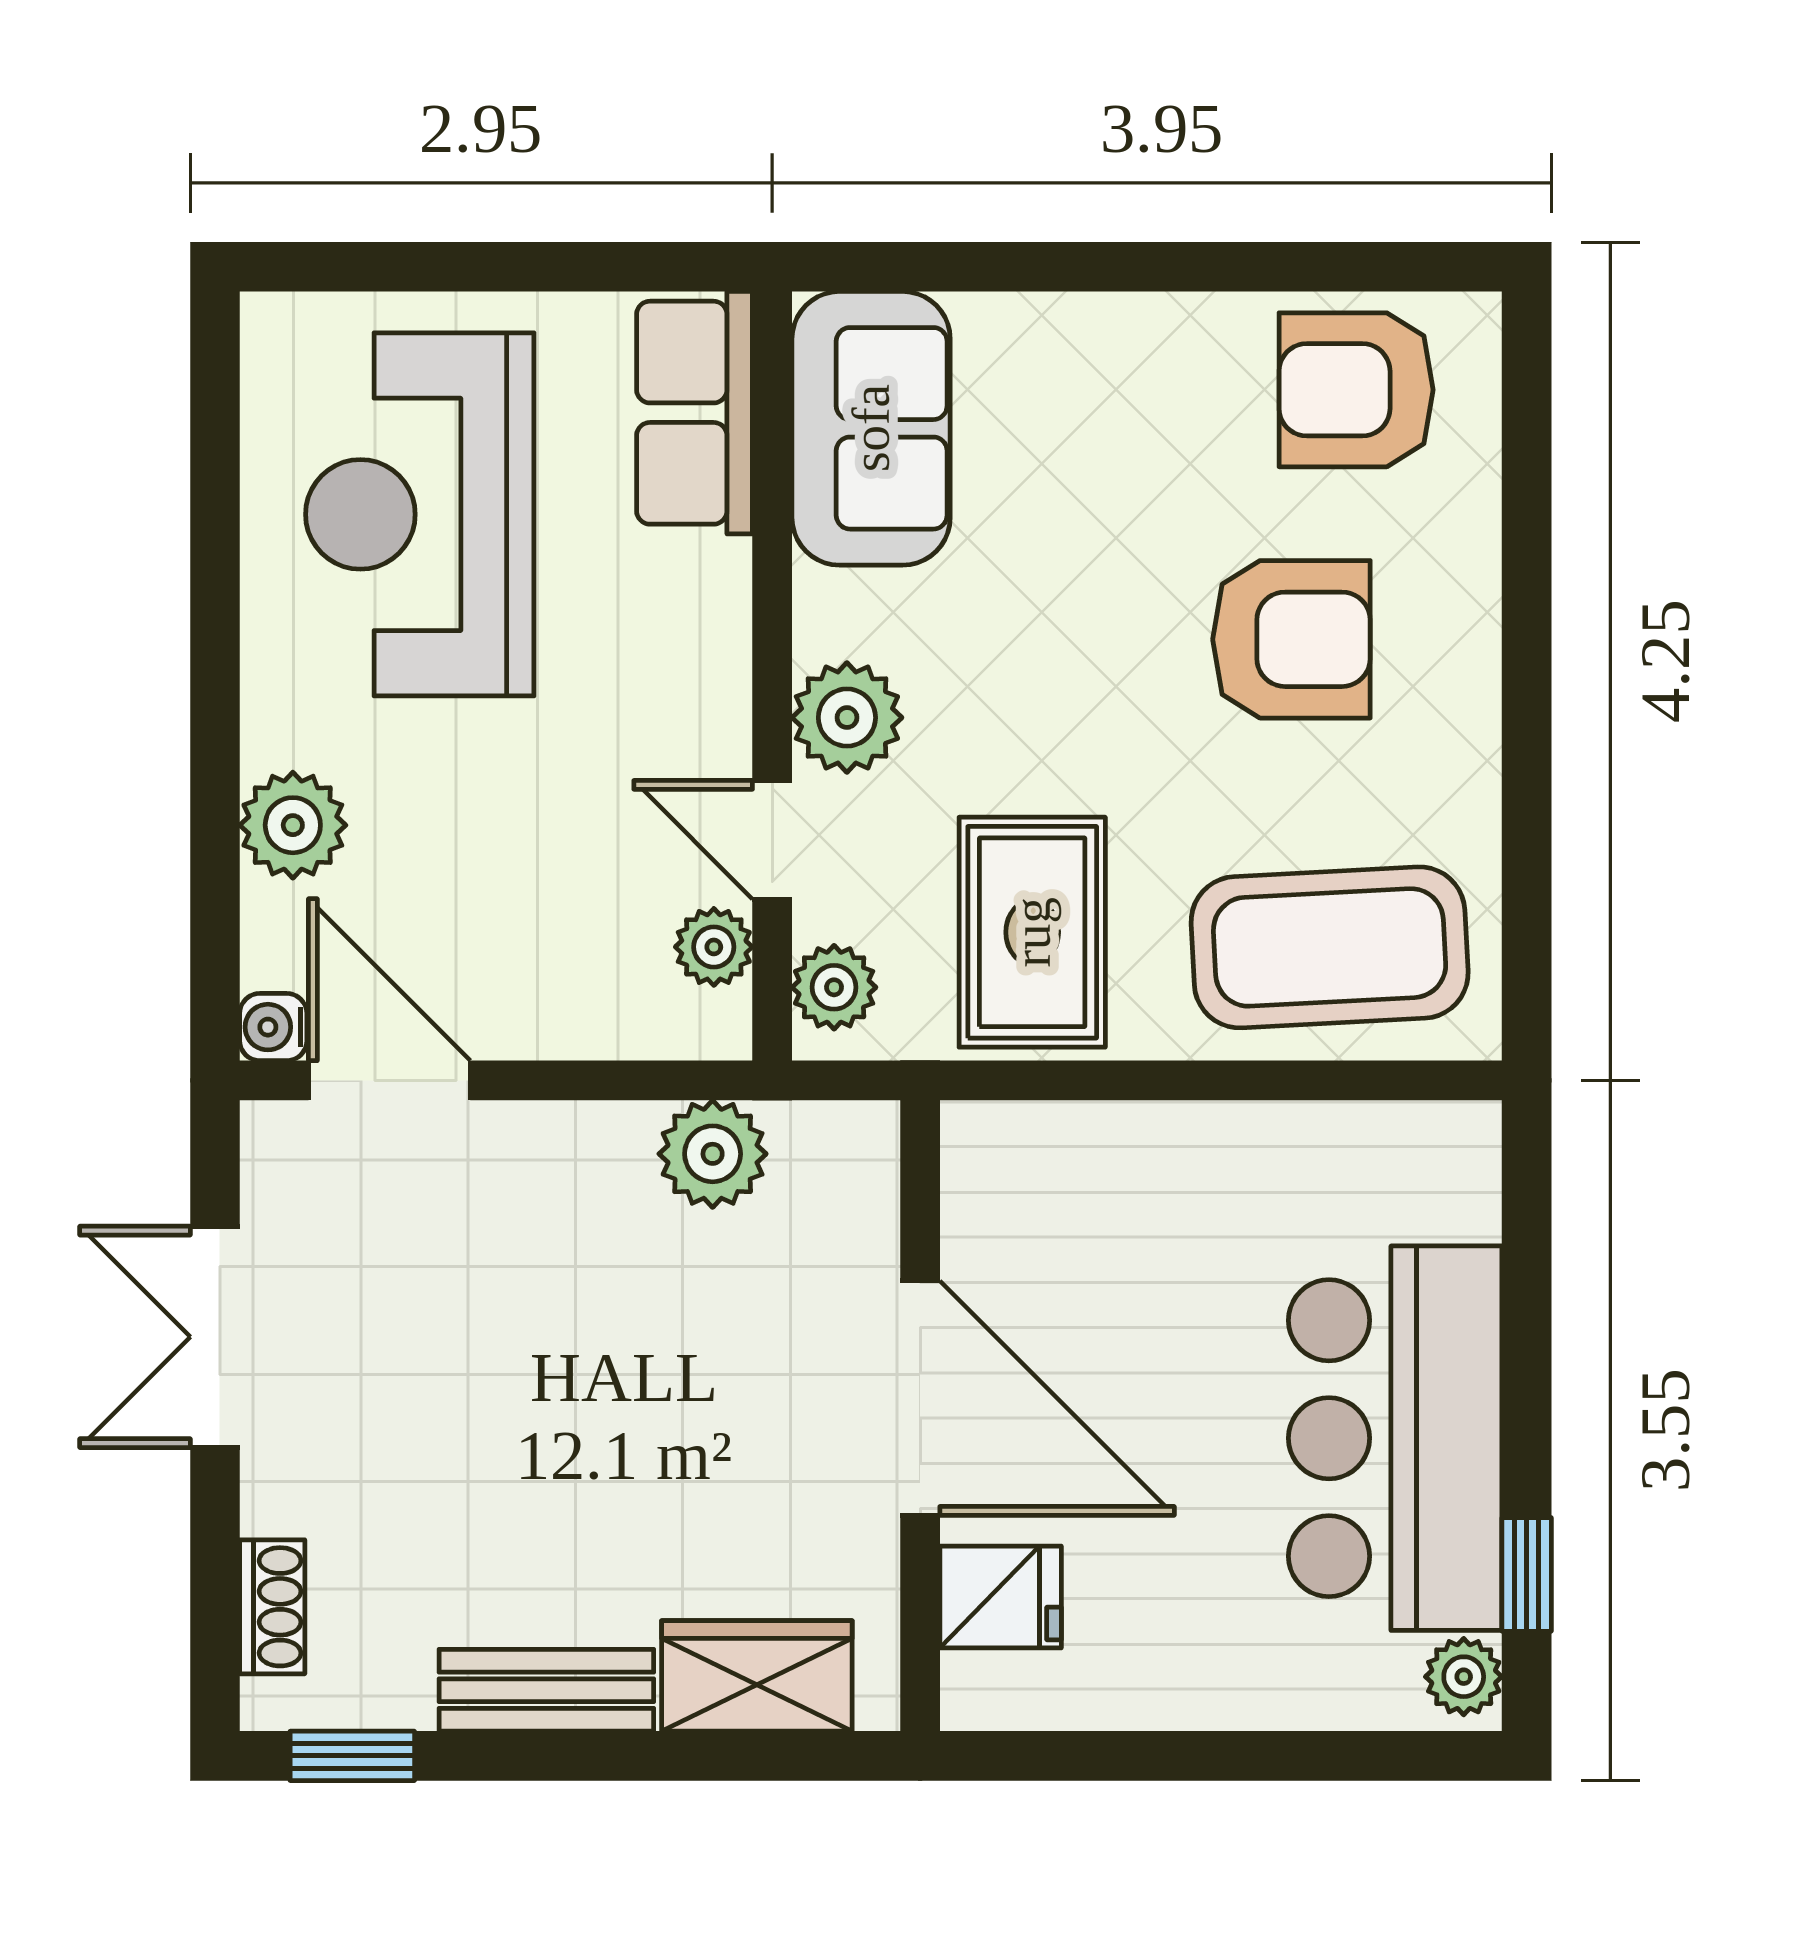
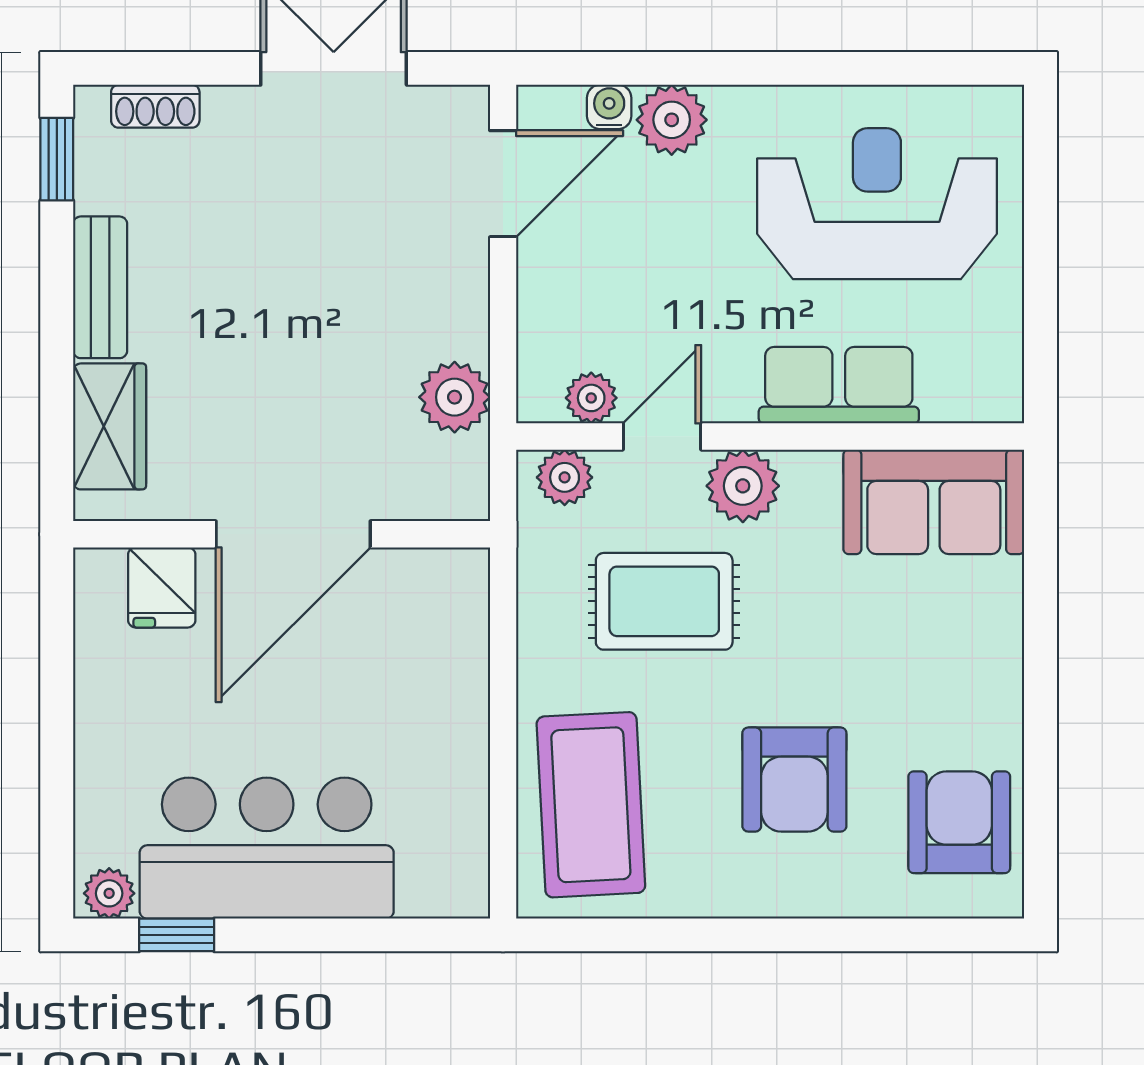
row of seats: (695, 413) -> (839, 385), moved
rug: (1032, 932) -> (664, 601), moved
water cooler: (273, 1027) -> (609, 107), moved

